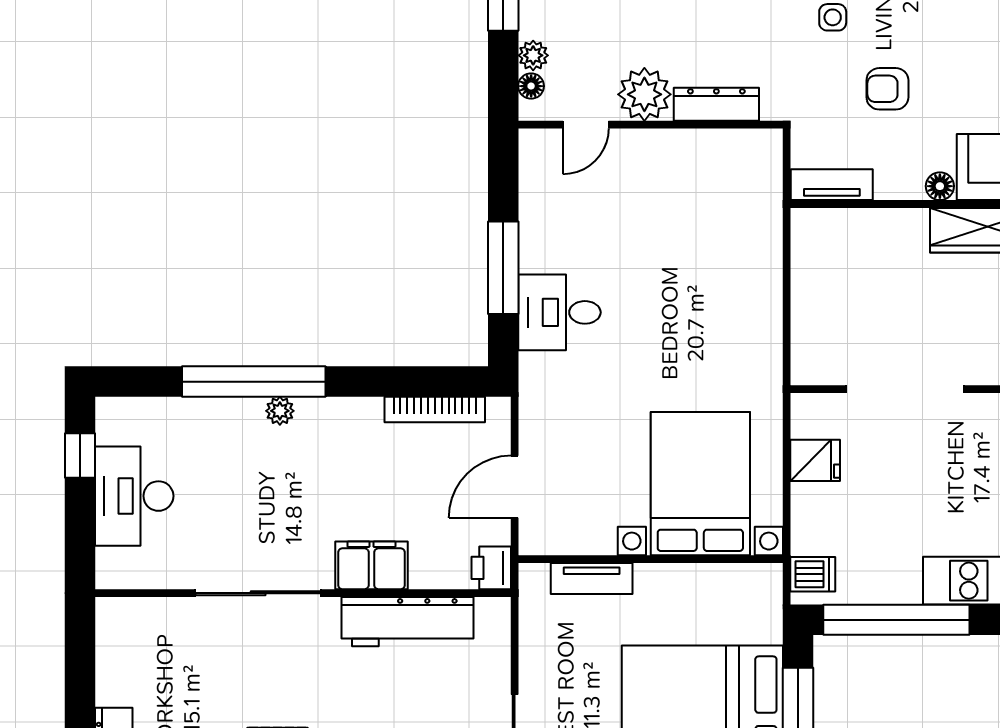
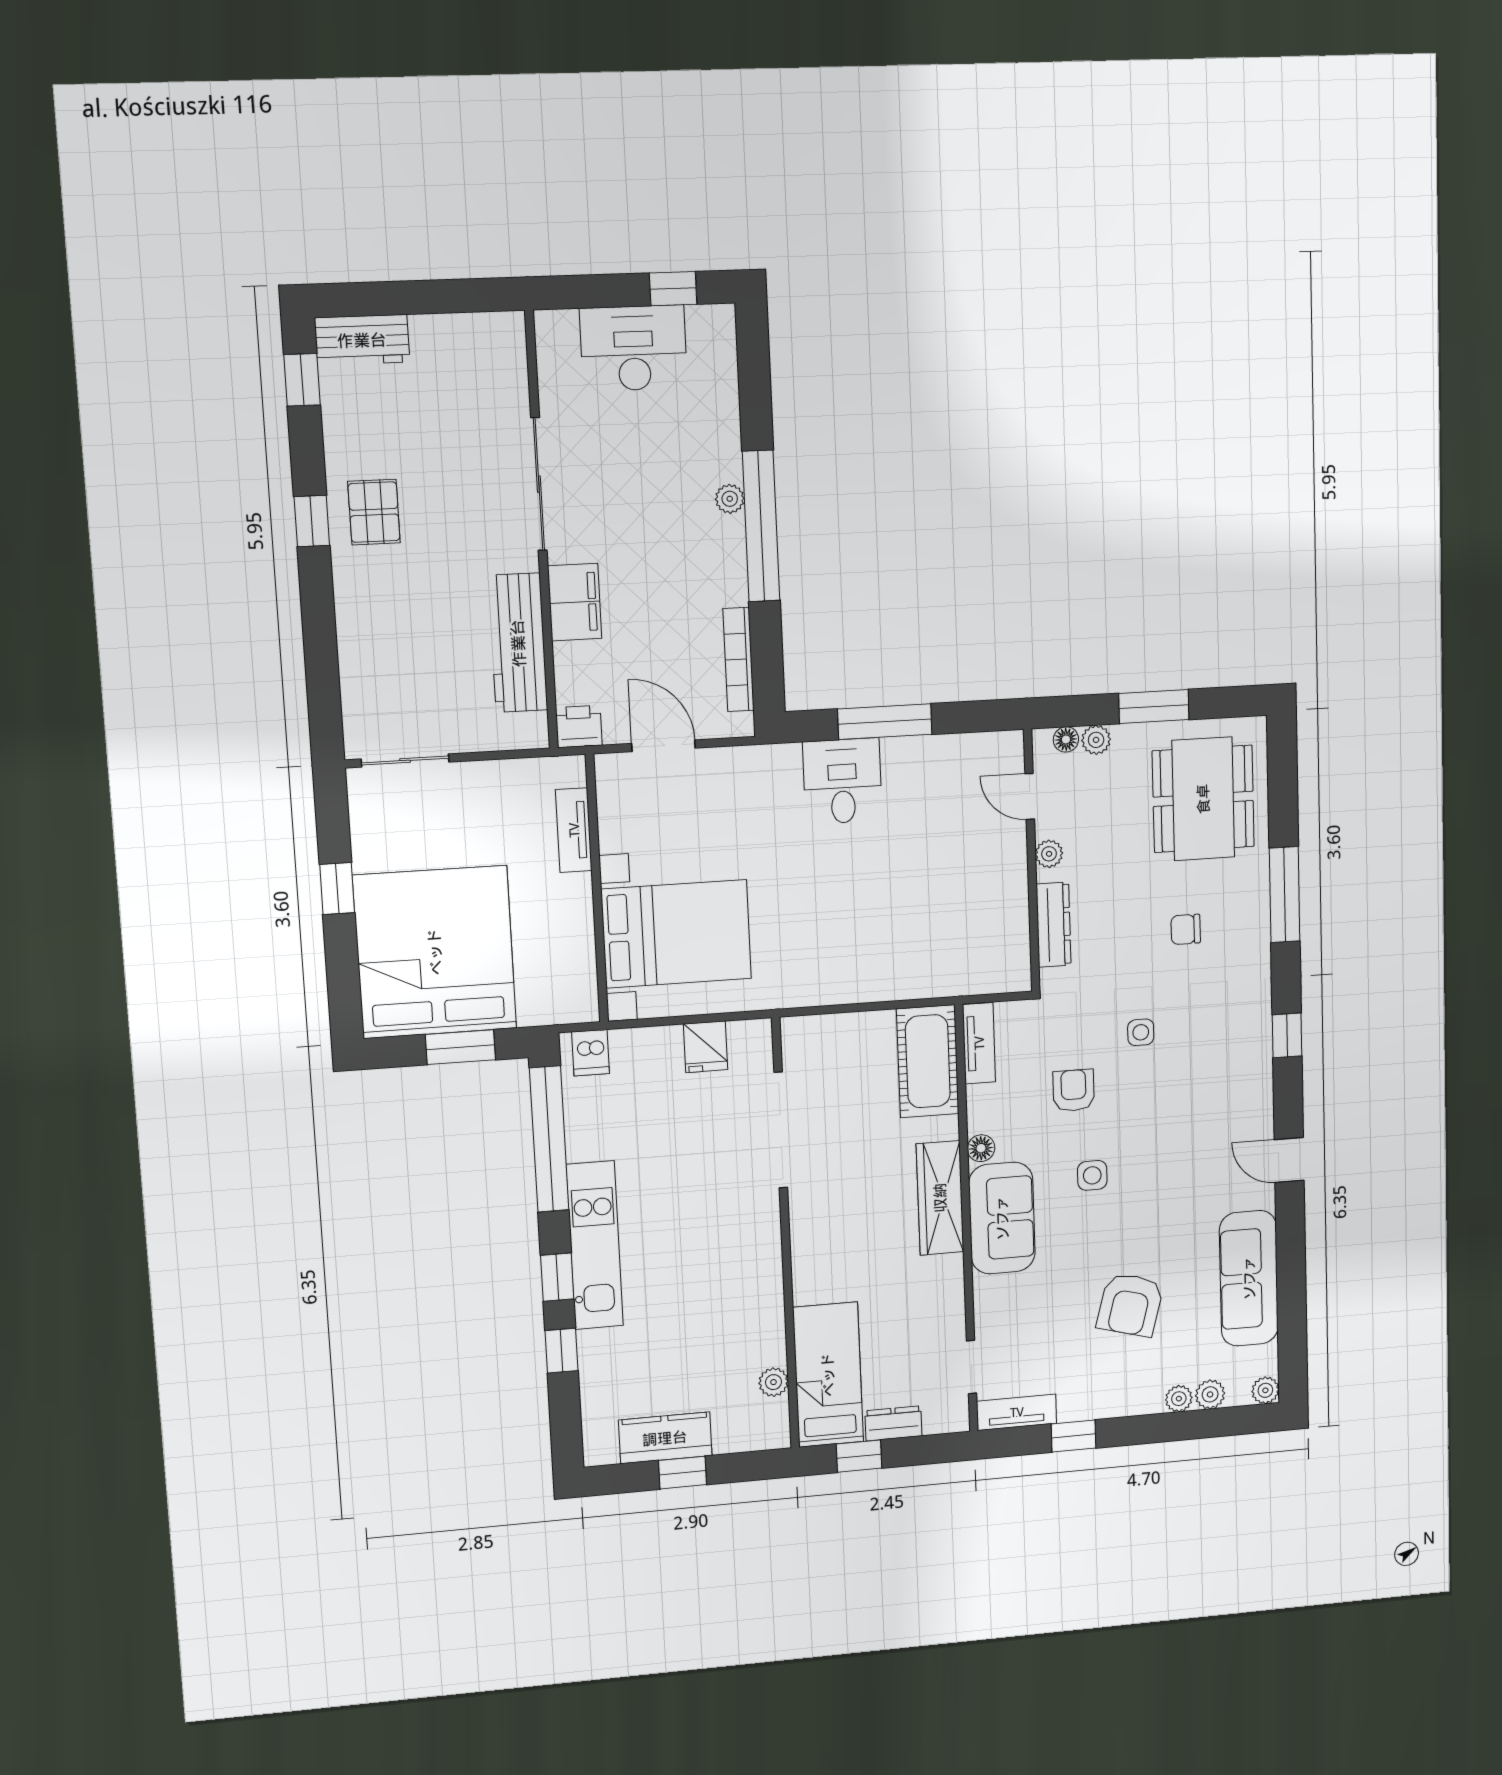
side table: (977, 72) -> (1092, 1175), added
plant: (644, 94) -> (1049, 854), width x0.53, depth x0.53
cot: (846, 238) -> (928, 1061), added
window: (254, 382) -> (761, 526), moved

